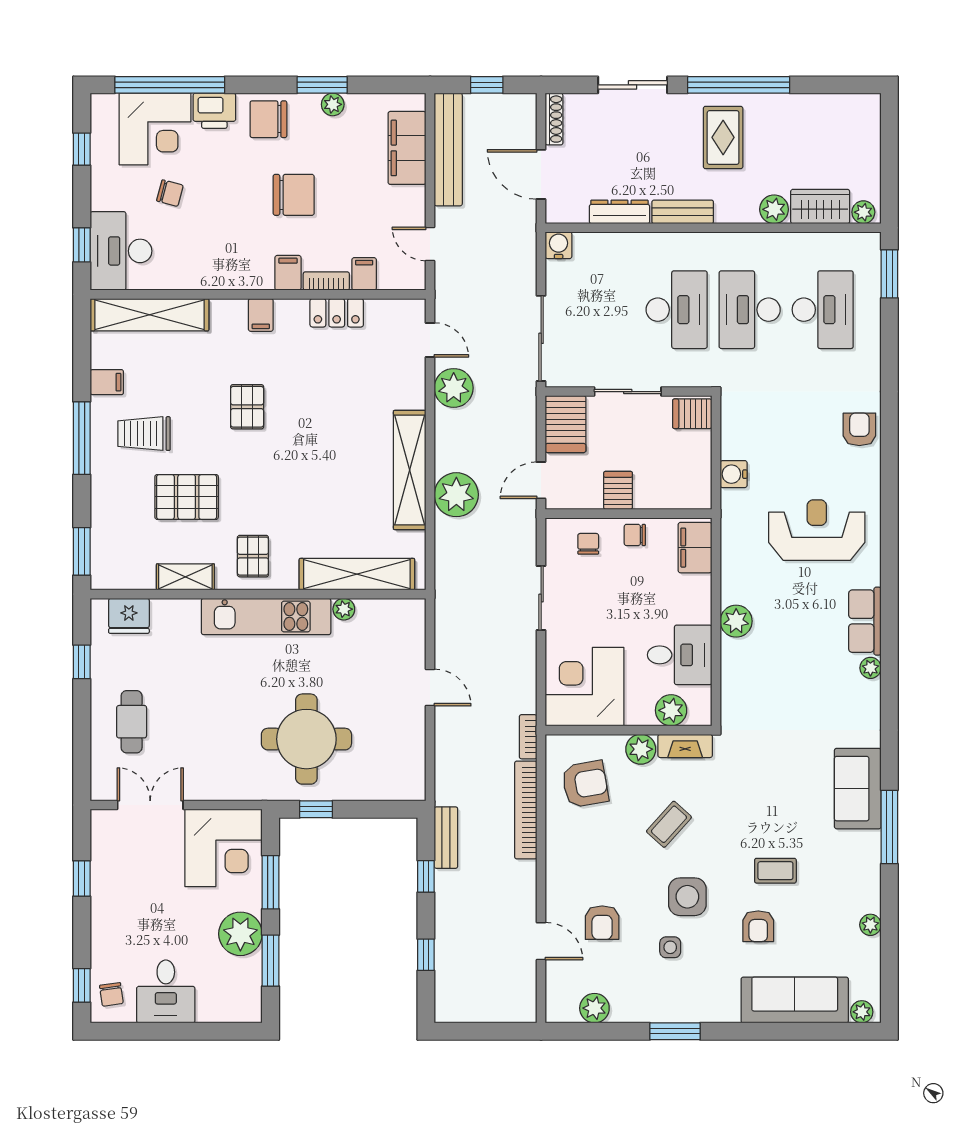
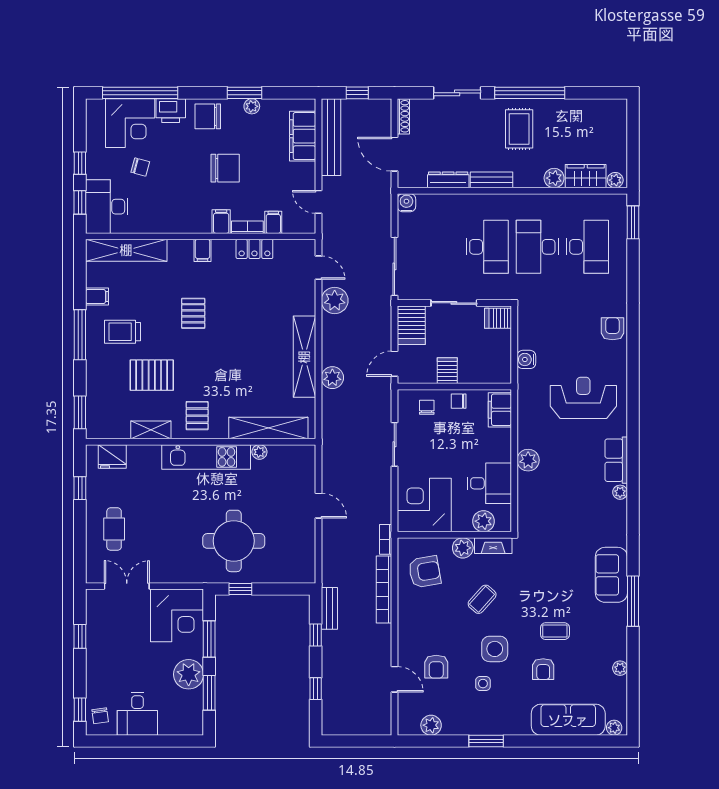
window: (82, 149) -> (80, 163), moved
plant: (456, 495) -> (332, 378), width x0.73, depth x0.73

